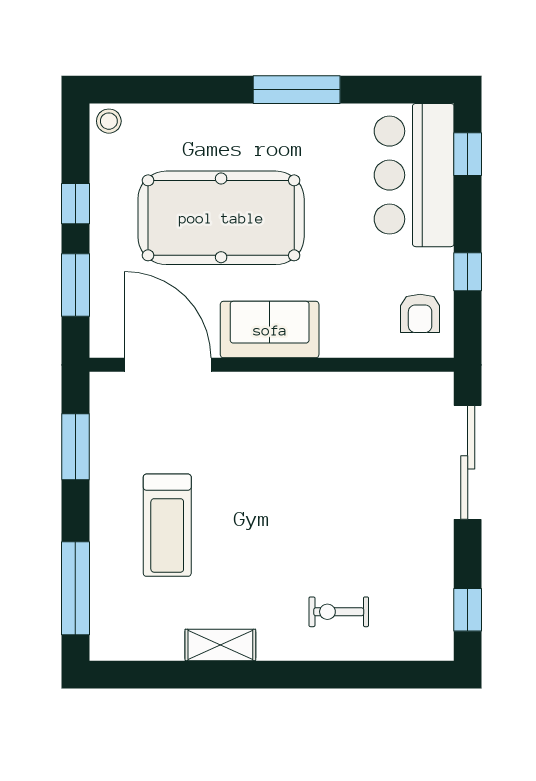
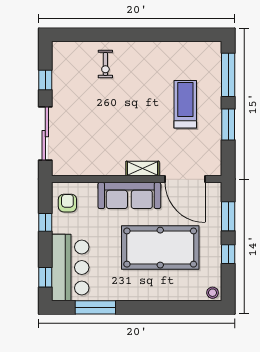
window: (297, 90) -> (95, 307), moved
sofa: (270, 330) -> (129, 195), width x1.36
window: (75, 447) -> (228, 124), moved
window: (468, 610) -> (45, 80), moved
exercise bike: (339, 612) -> (105, 64), turned 90
shelving: (220, 645) -> (142, 168), moved

